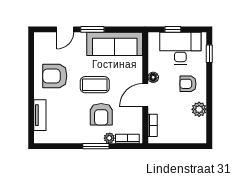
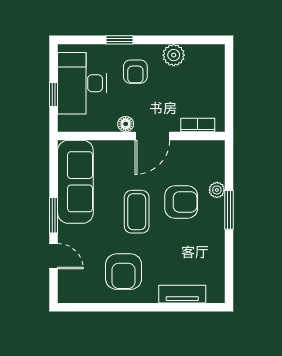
window: (209, 54) -> (120, 40), moved
door: (145, 95) -> (152, 136), hinge flipped
bookcase: (127, 139) -> (218, 163), removed

